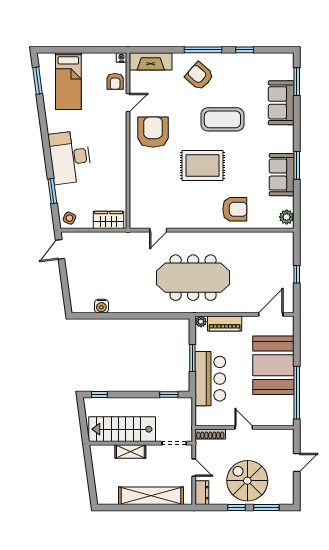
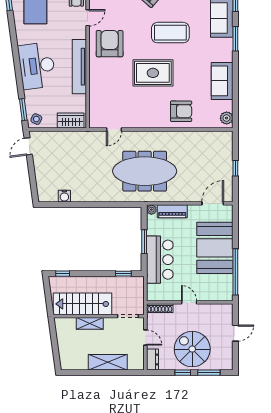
tv unit: (119, 158) -> (79, 67), added
window: (297, 165) -> (235, 39), moved
window: (52, 191) -> (23, 110), moved
shelving: (151, 496) -> (108, 362), width x0.68

